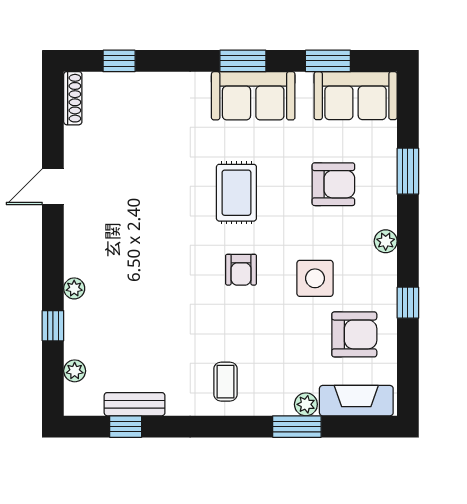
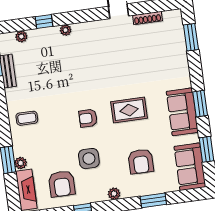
window: (119, 61) -> (191, 37), width x1.50
shoe rack: (73, 98) -> (147, 18), moved

